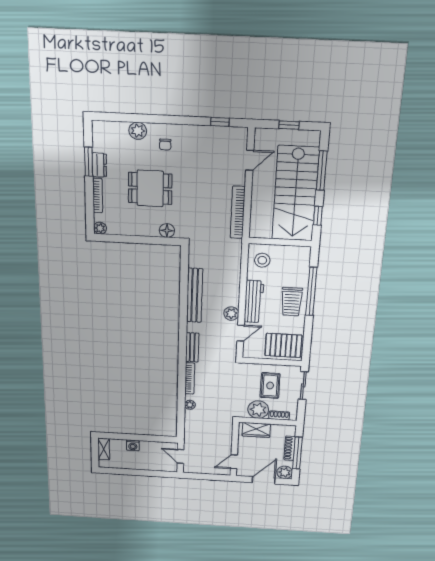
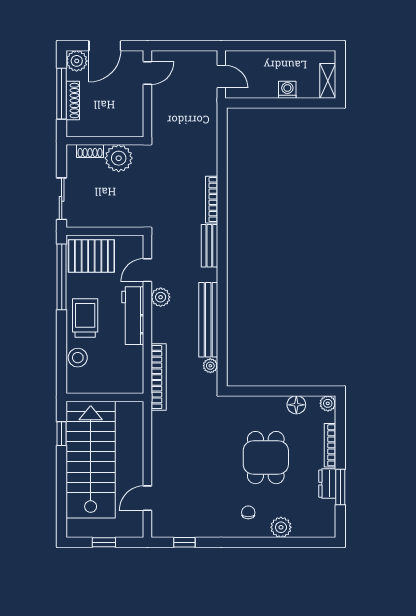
window: (322, 171) -> (62, 490), removed
dining table: (150, 188) -> (266, 458), turned 90
bookcase: (238, 212) -> (159, 377), moved
floor lamp: (167, 231) -> (296, 405), moved
stool: (262, 260) -> (78, 358), moved
window: (311, 291) -> (62, 277), moved
rug: (270, 386) -> (105, 196), removed
plant: (190, 405) -> (210, 366), moved
wardrobe: (256, 430) -> (119, 126), removed

